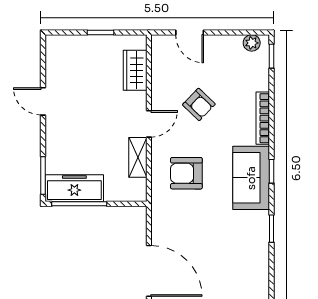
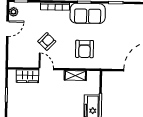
door: (190, 32) -> (7, 29), moved
door: (149, 124) -> (46, 69), moved

